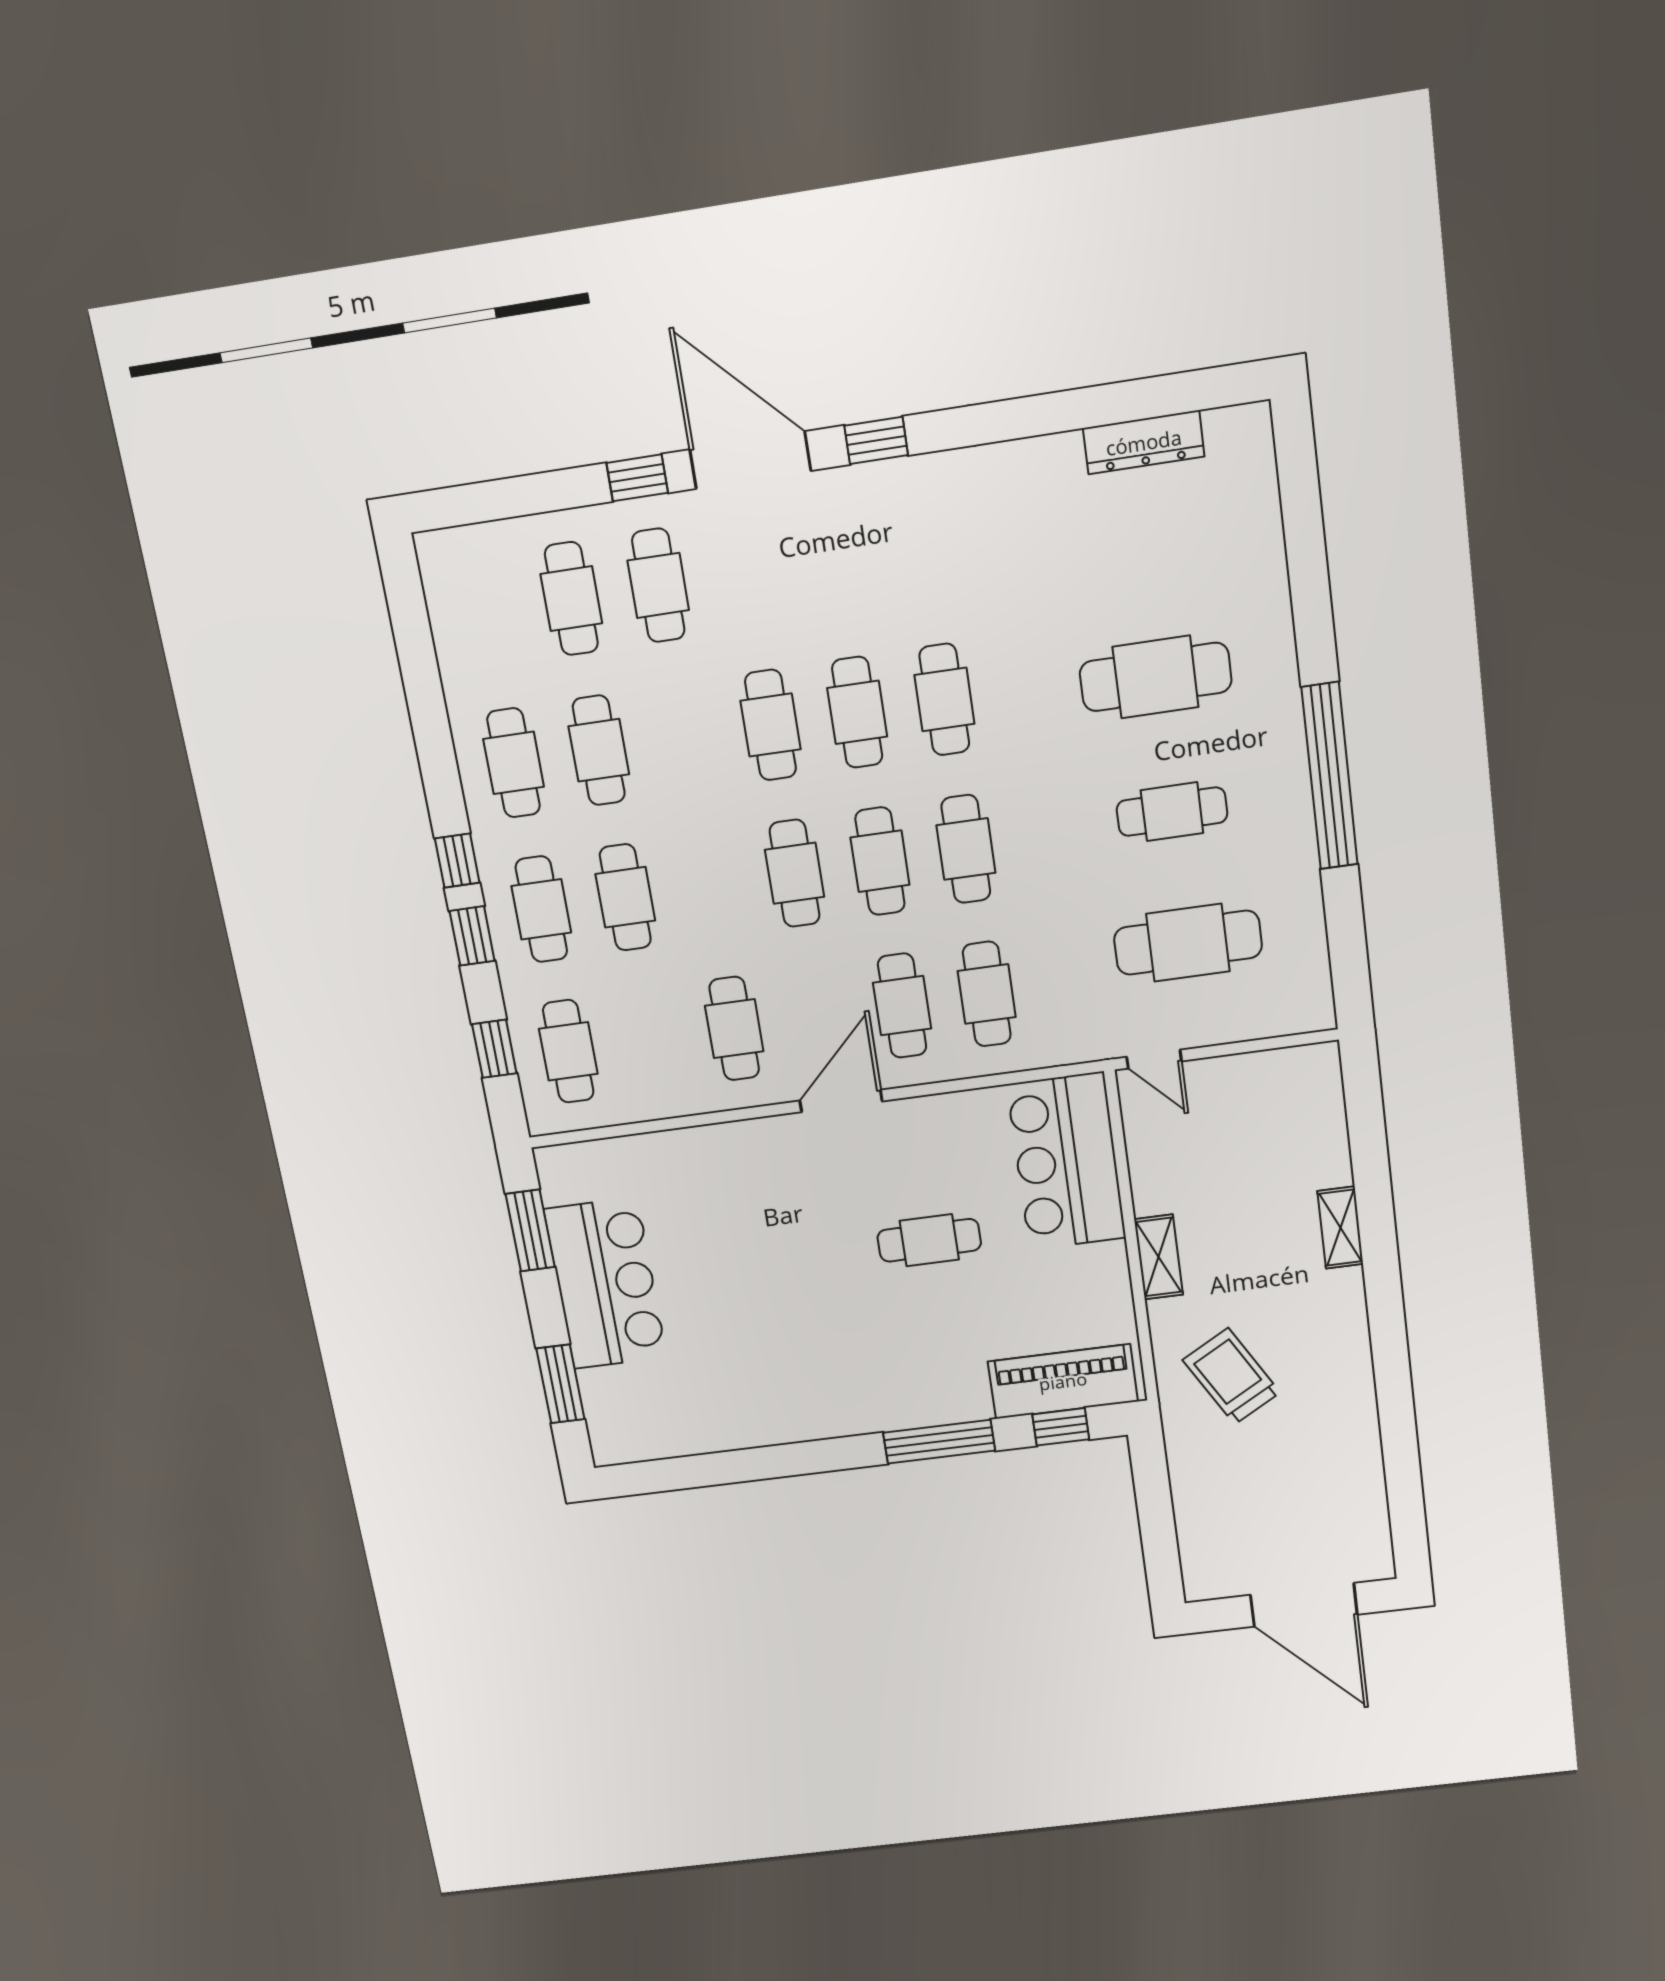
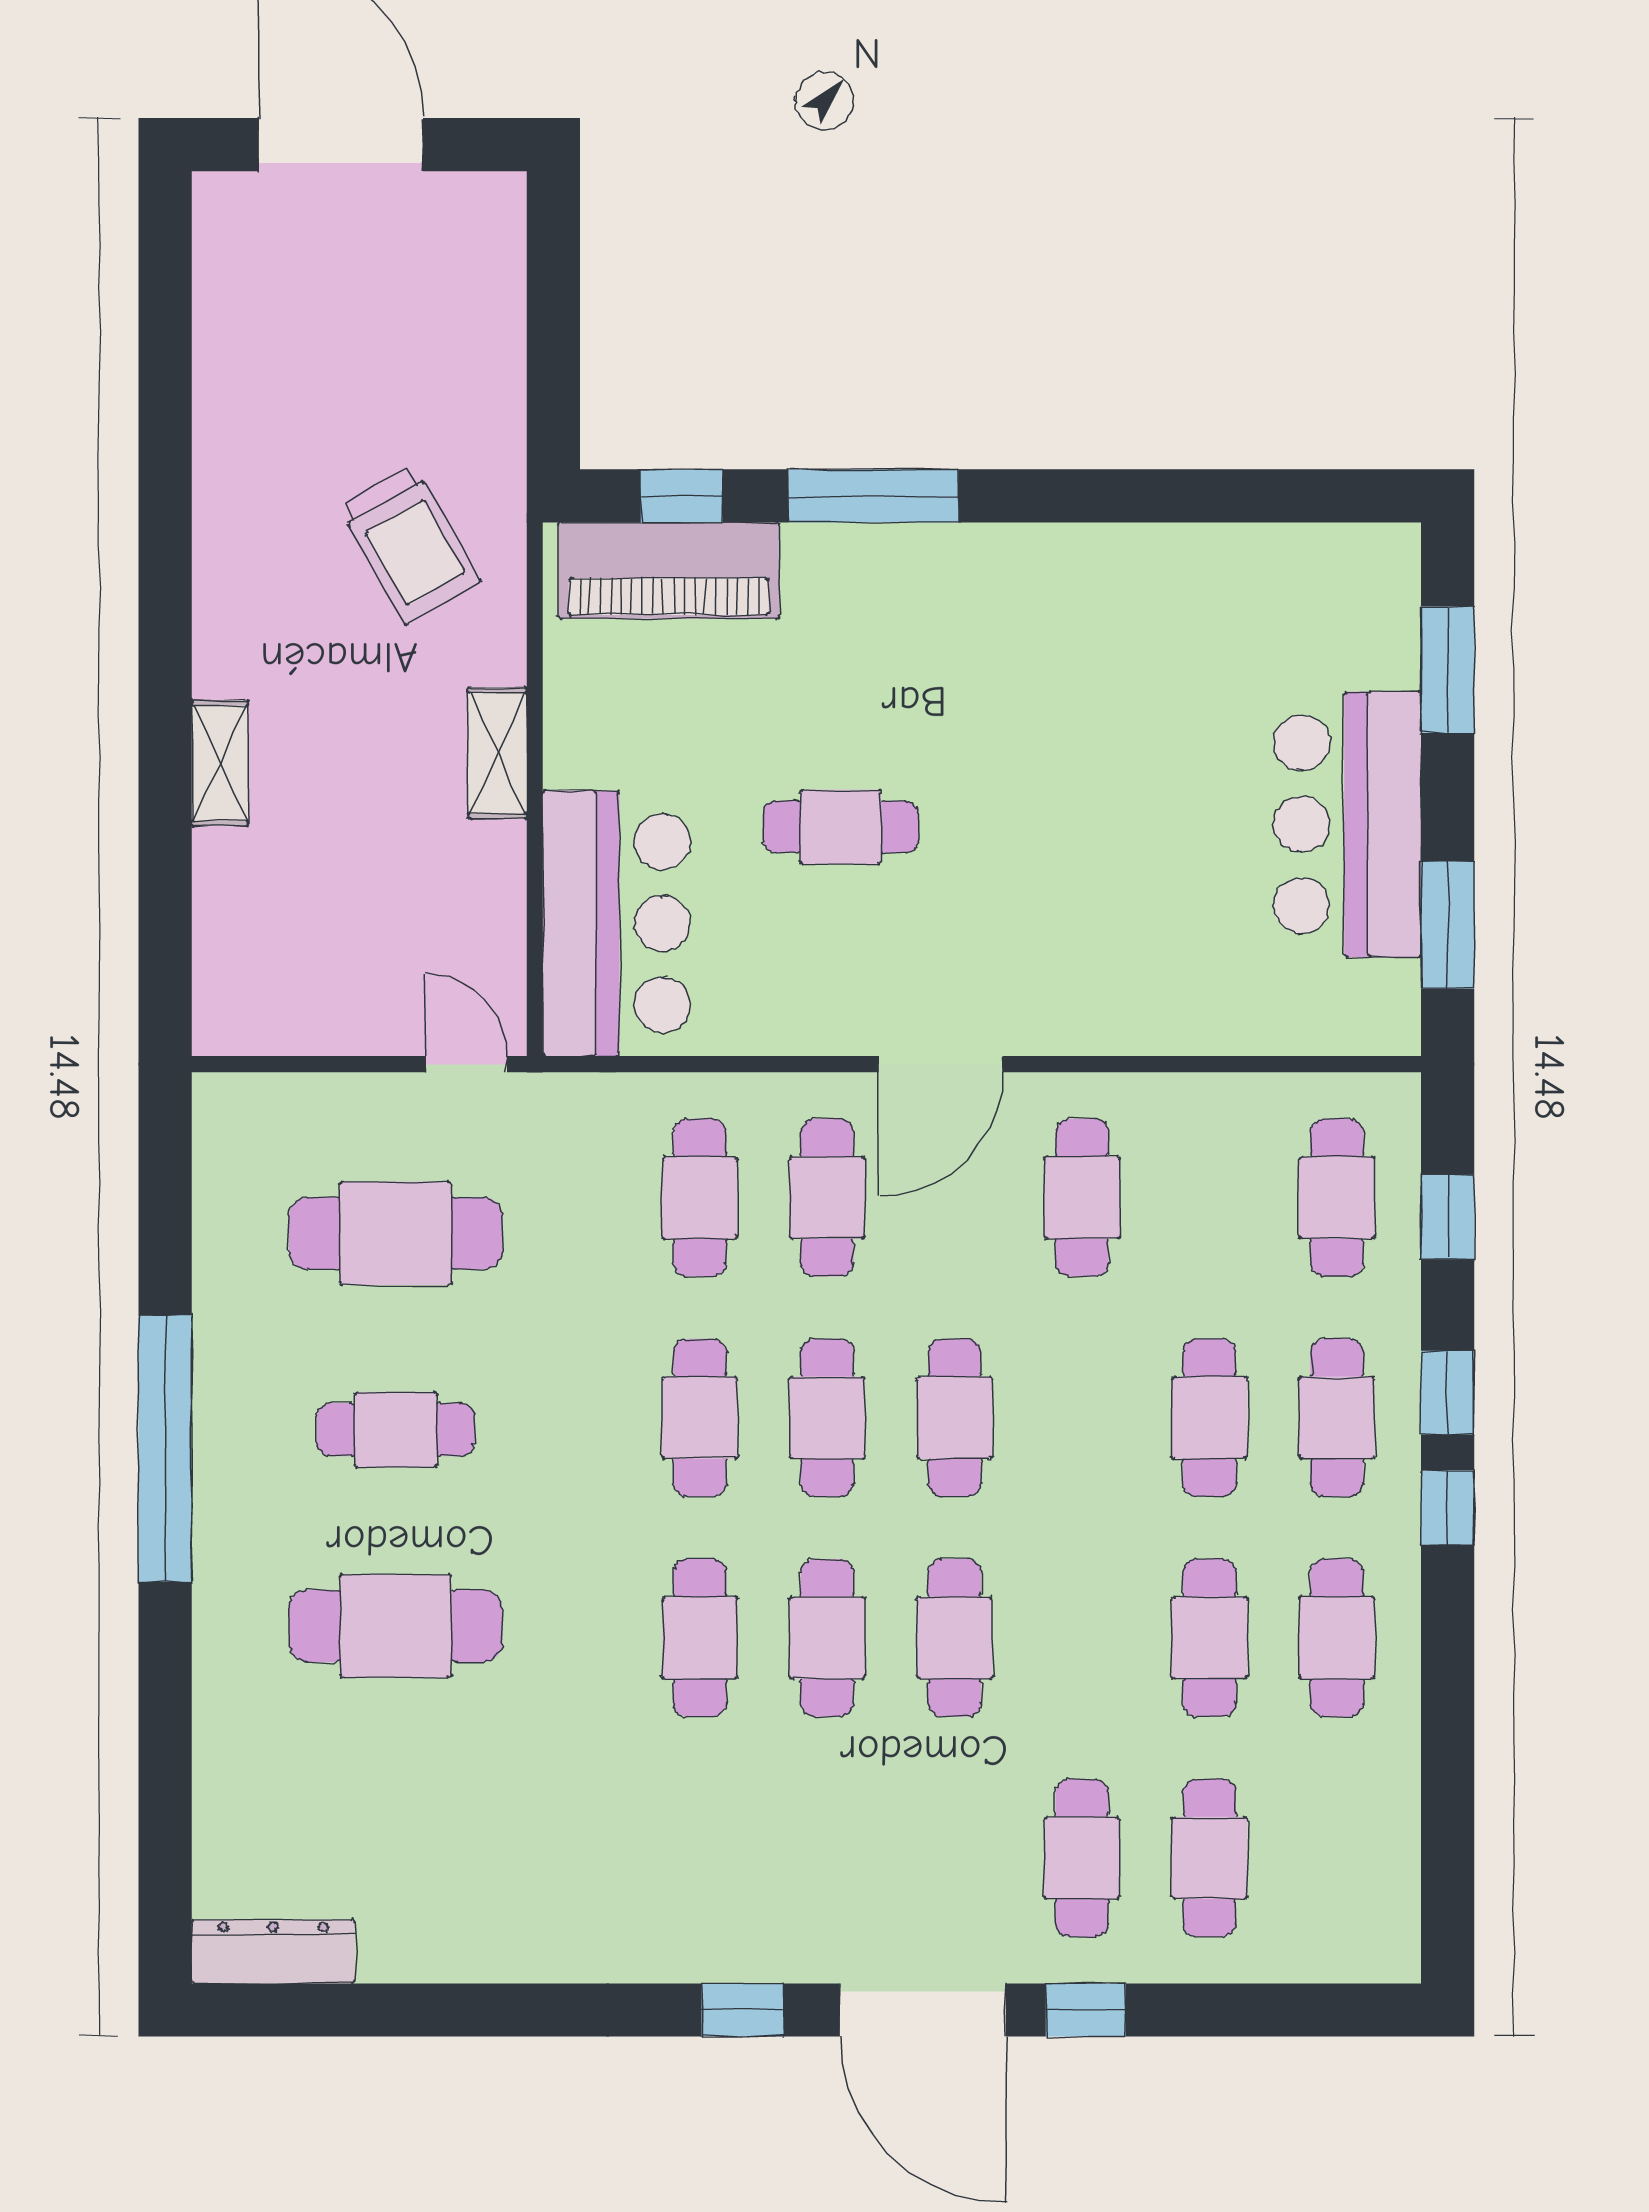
dresser: (1144, 442) -> (273, 1952), moved

